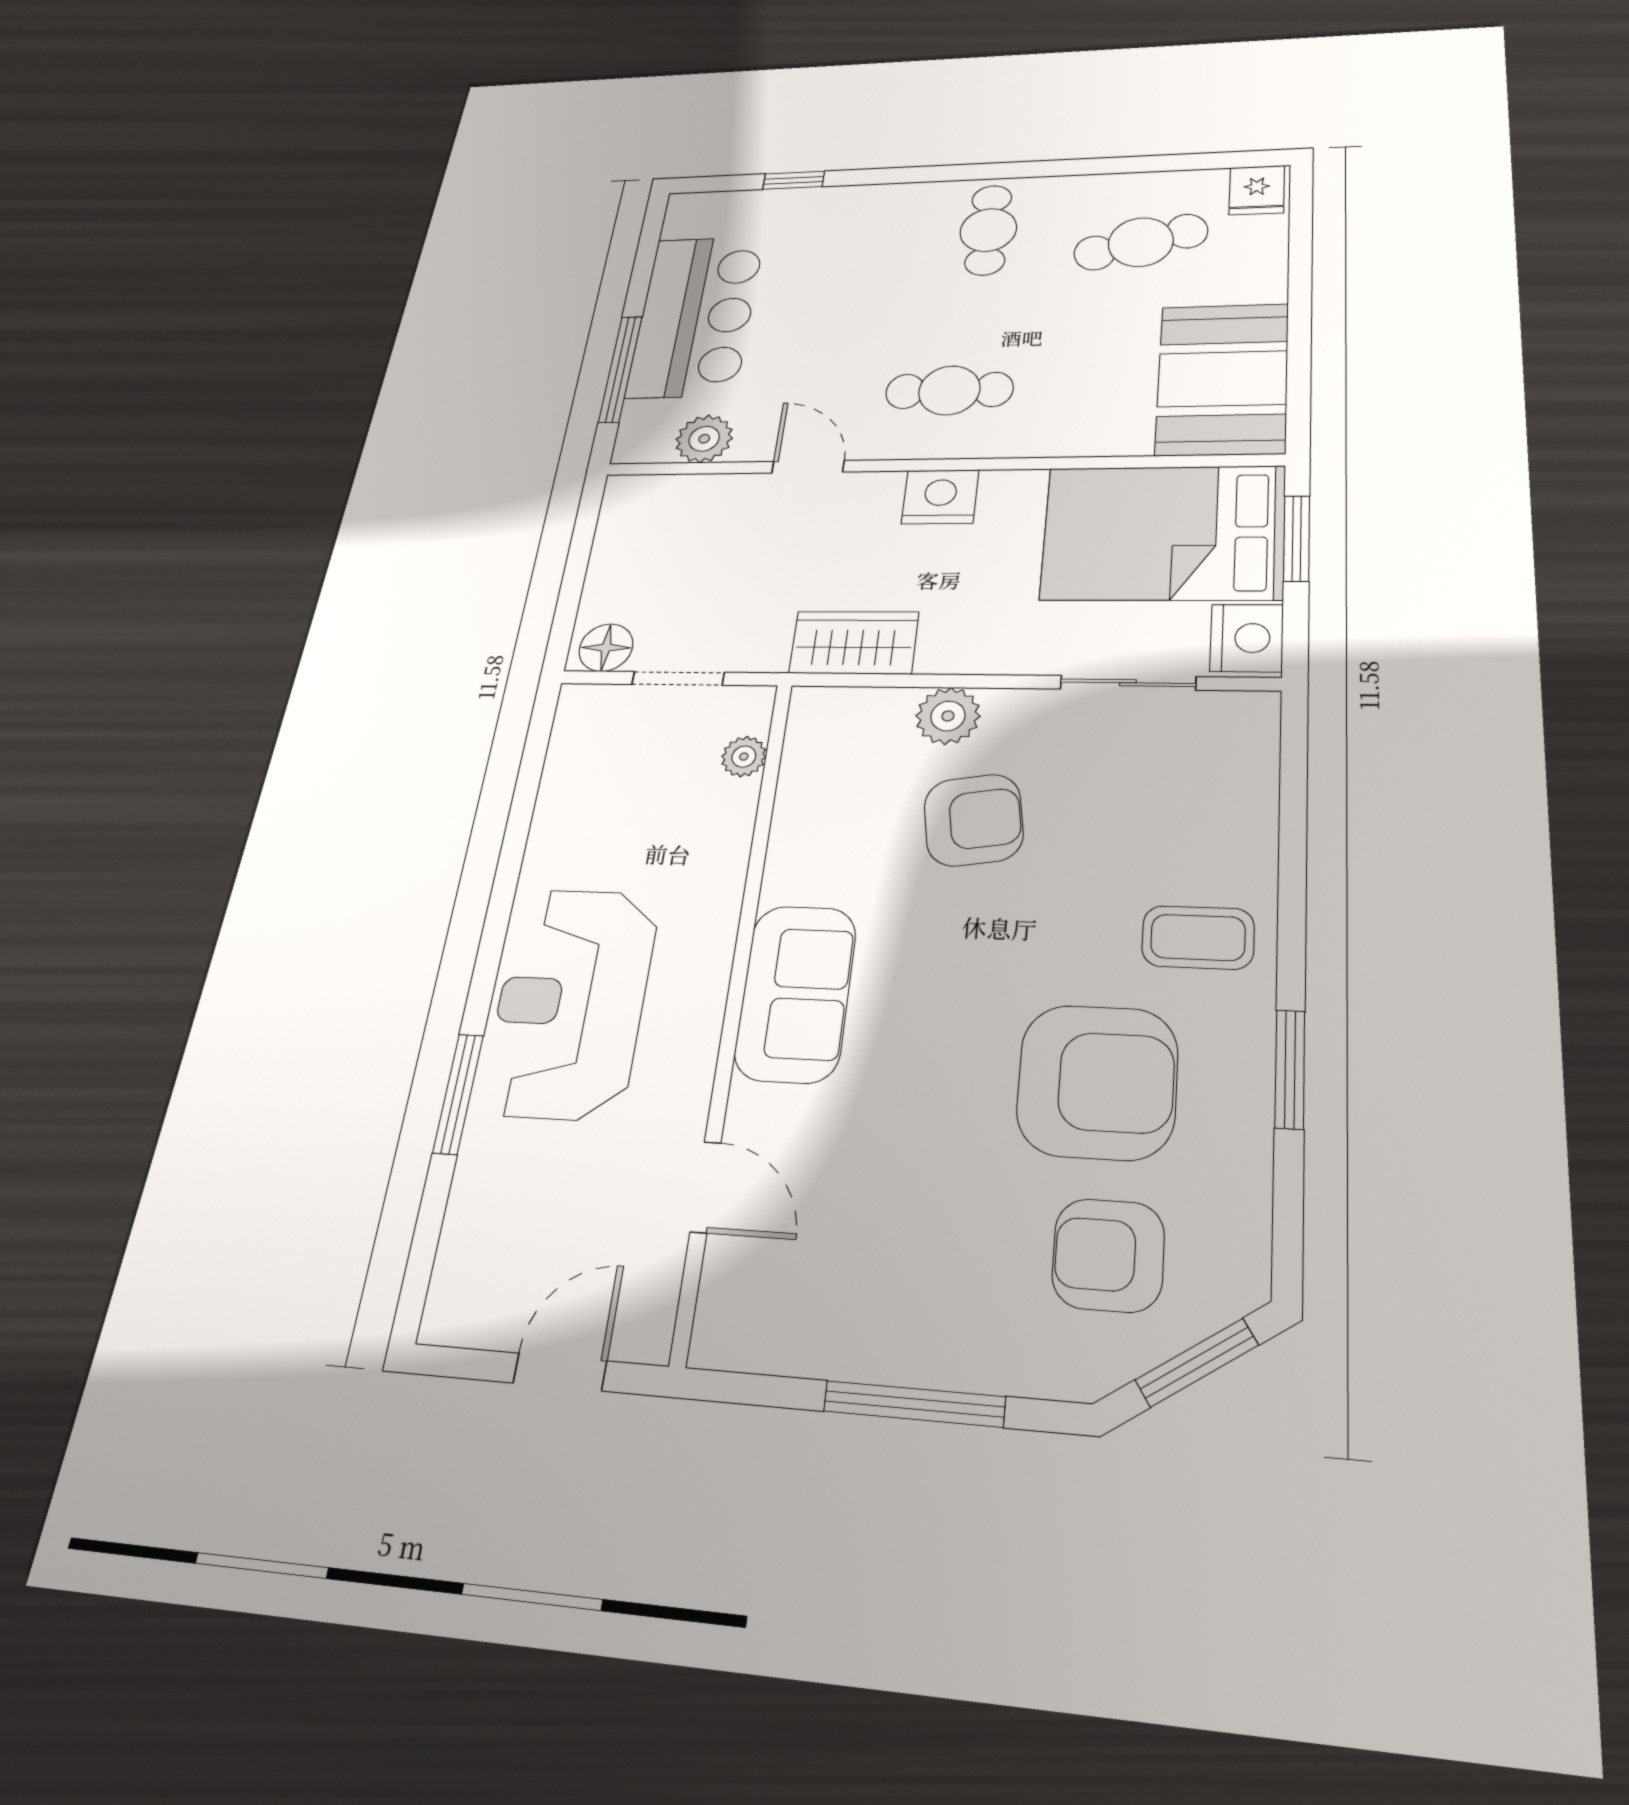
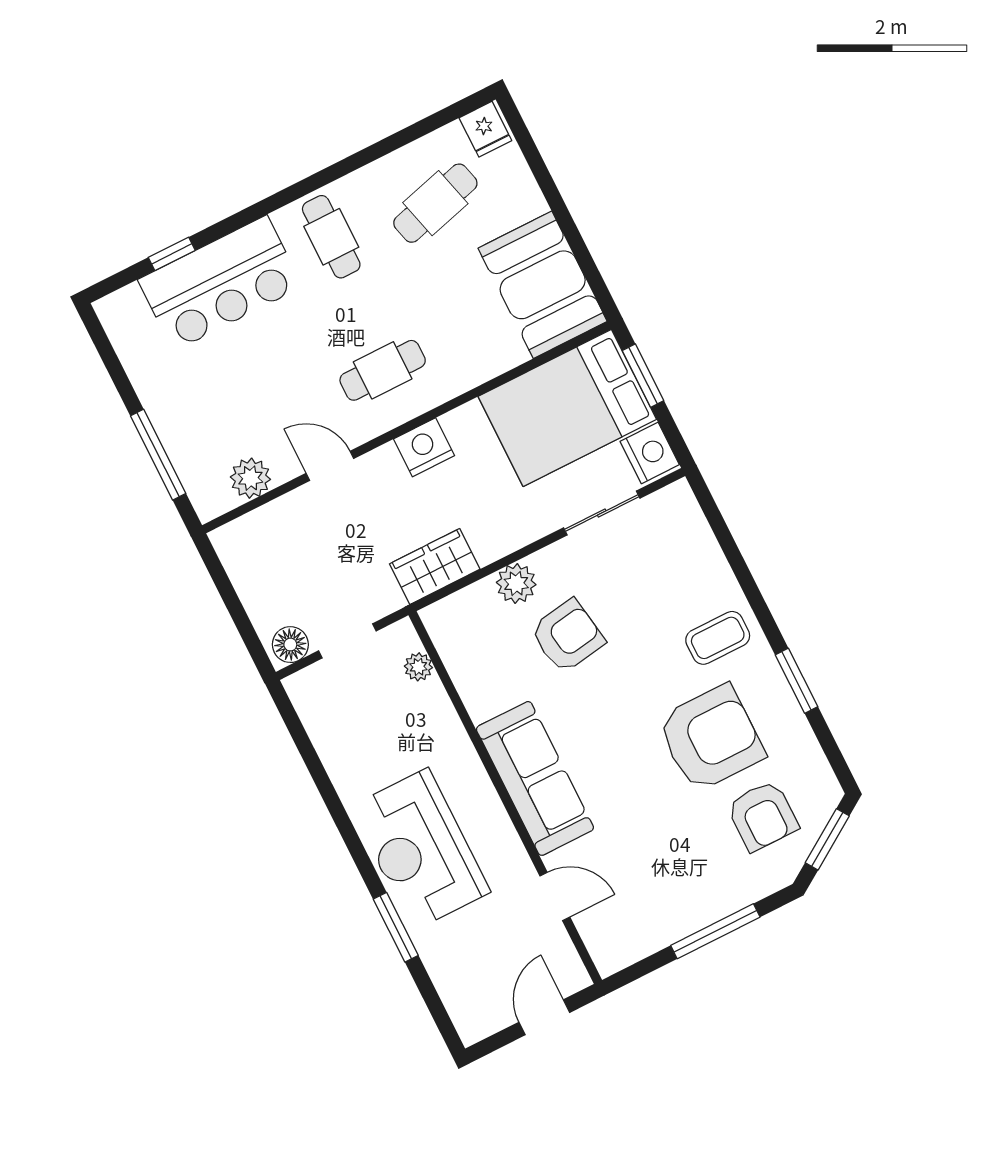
bar counter: (696, 316) -> (220, 283), moved, turned 90
sofa: (796, 993) -> (535, 778), width x1.36
armchair: (1108, 1255) -> (763, 816), turned -90

